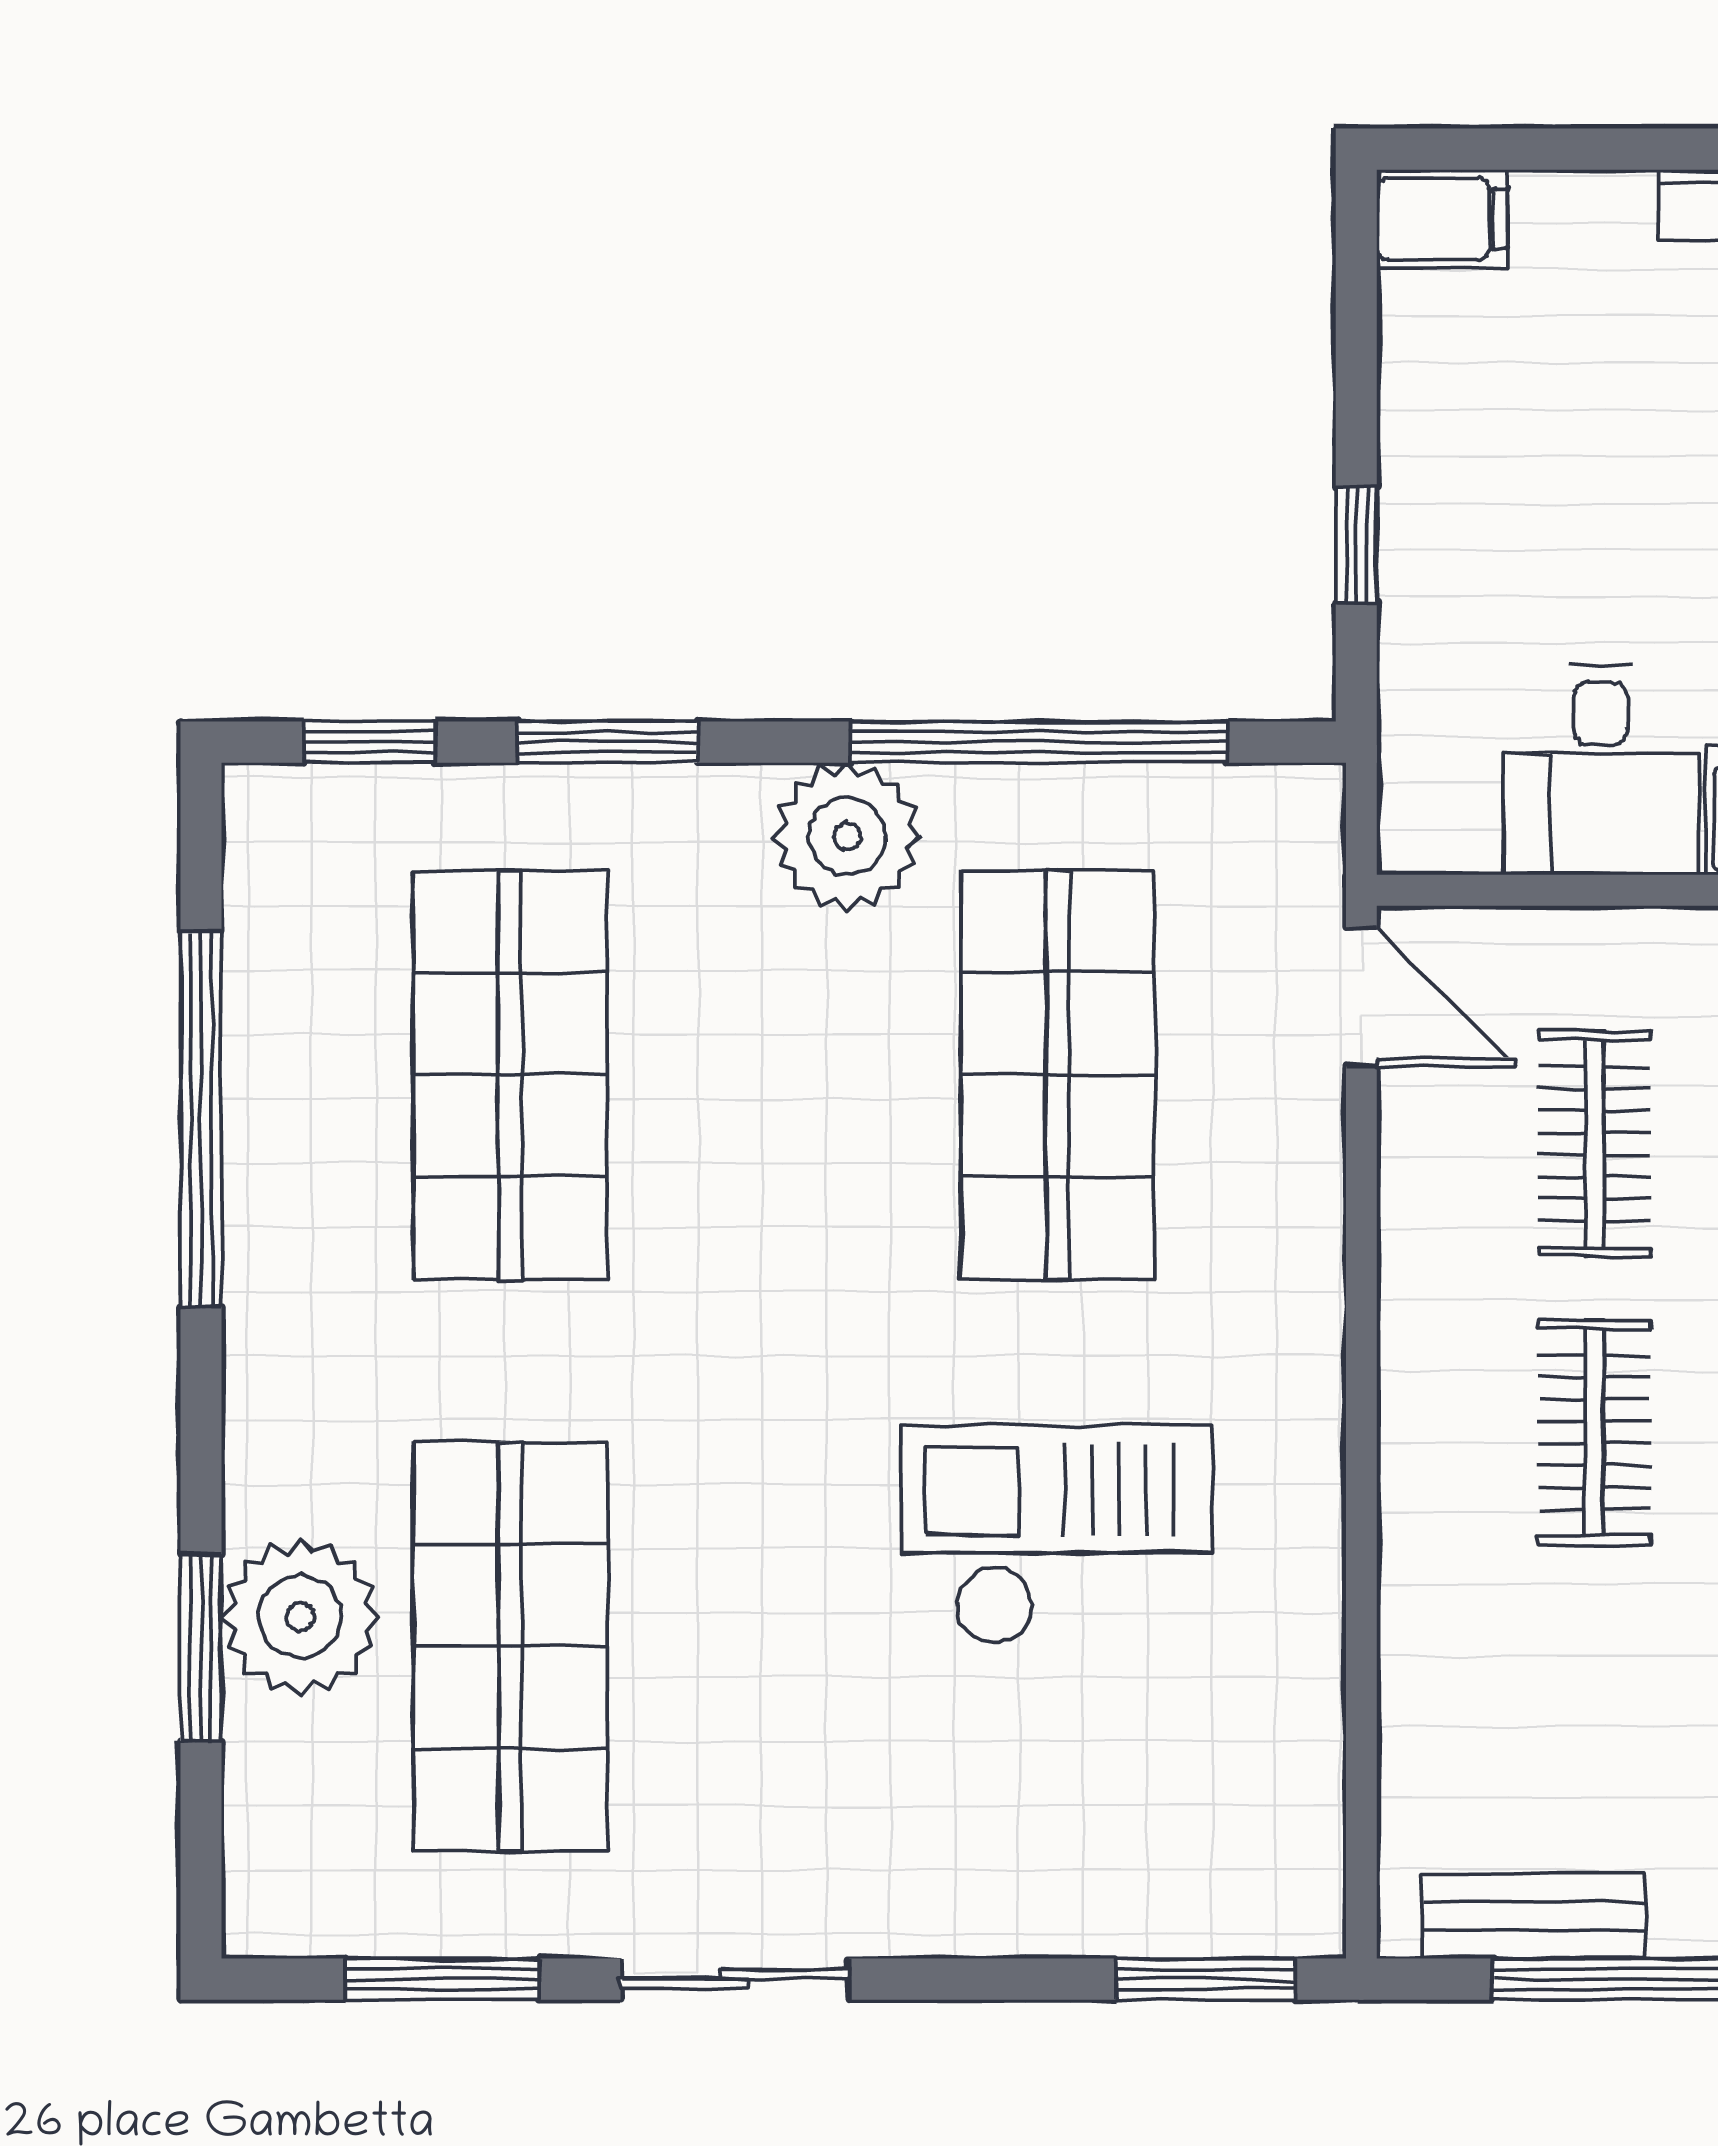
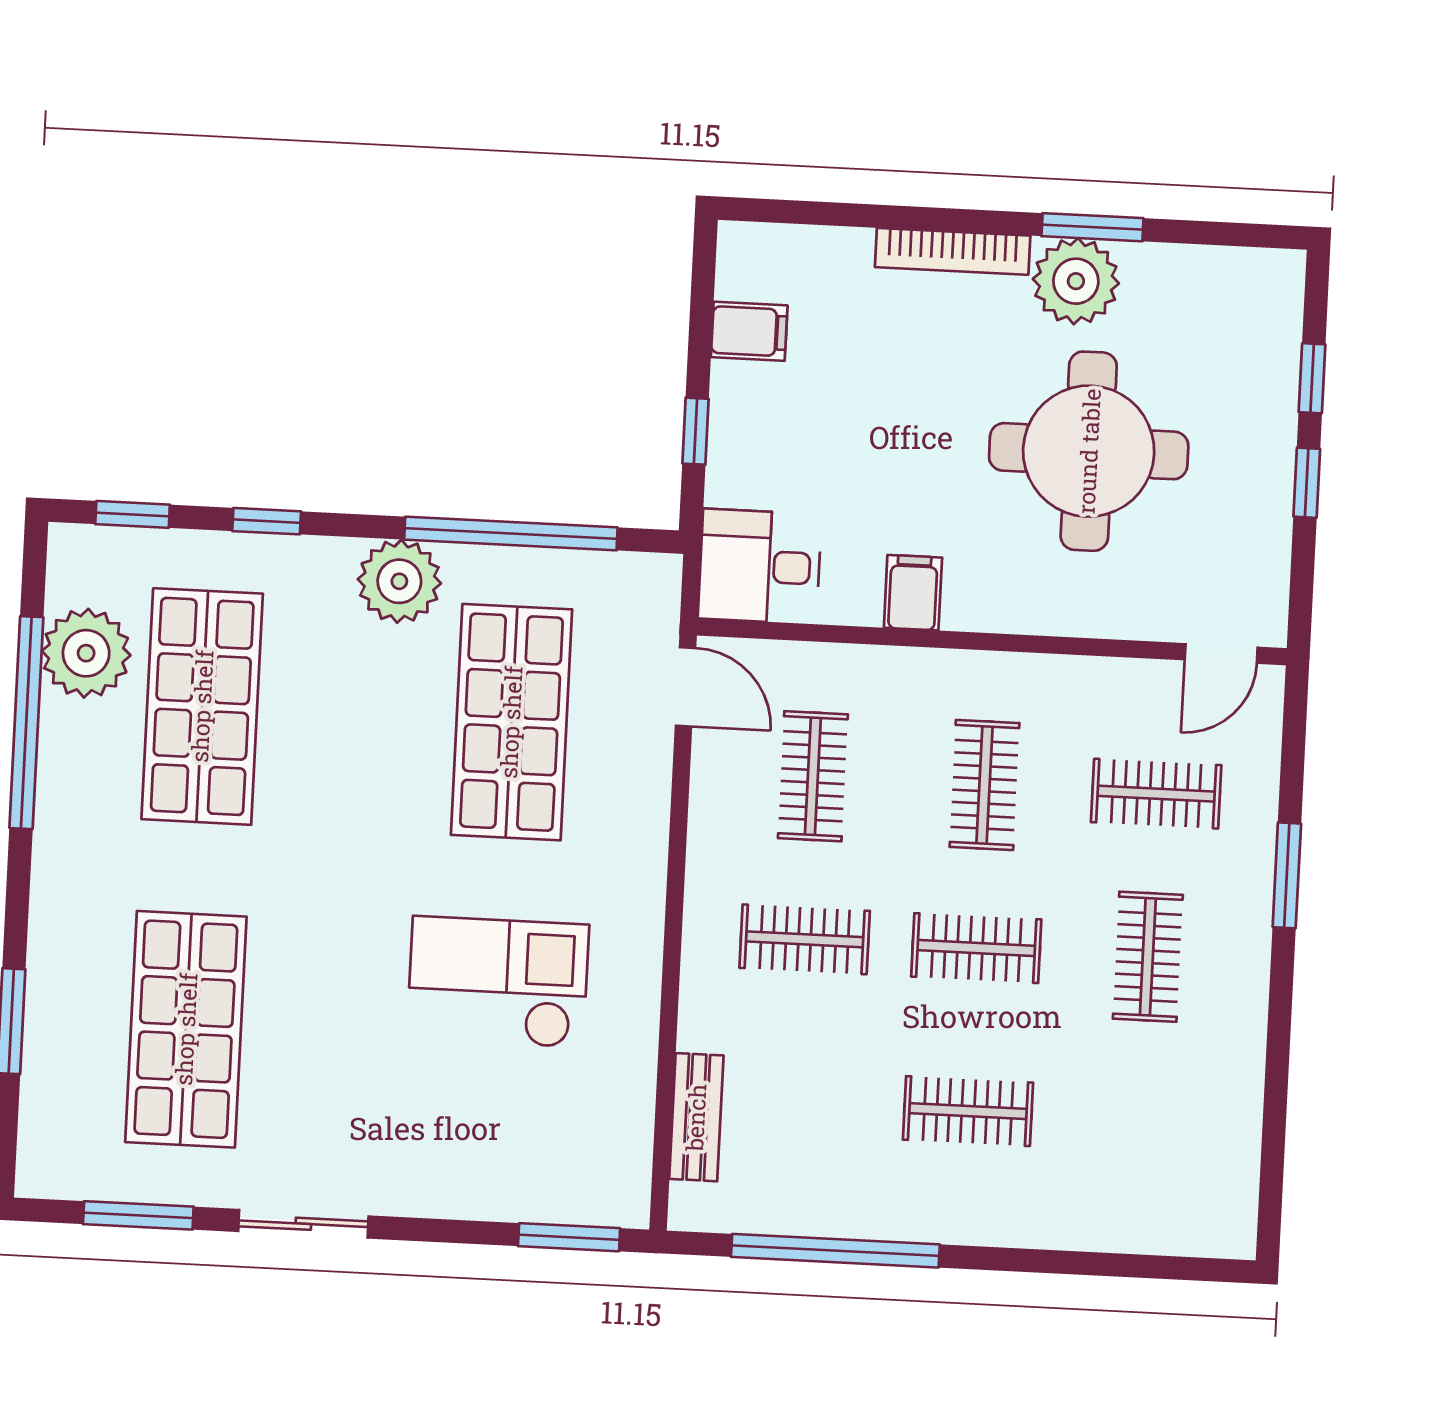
filing cabinet: (1442, 219) -> (749, 331), moved
window: (607, 742) -> (267, 521), width x0.67
desk: (1601, 770) -> (760, 566), moved, turned 90
clothes rail: (1594, 1432) -> (805, 939), turned 90
plant: (300, 1617) -> (86, 653), moved
bench: (1534, 1916) -> (696, 1117), moved, turned 90

